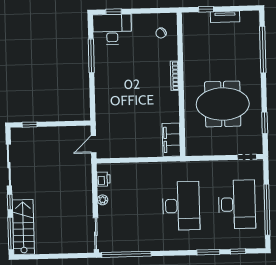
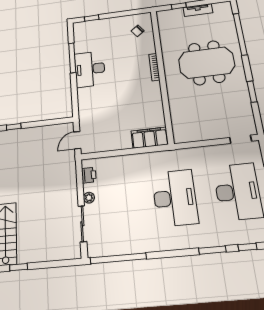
desk: (112, 29) -> (90, 69), moved, turned -90
meeting table: (223, 104) -> (206, 63), moved
window: (265, 123) -> (252, 92), moved
filing cabinet: (171, 140) -> (150, 138), moved, turned 90
sliding door: (96, 234) -> (82, 224), moved
window: (36, 257) -> (19, 267), added

